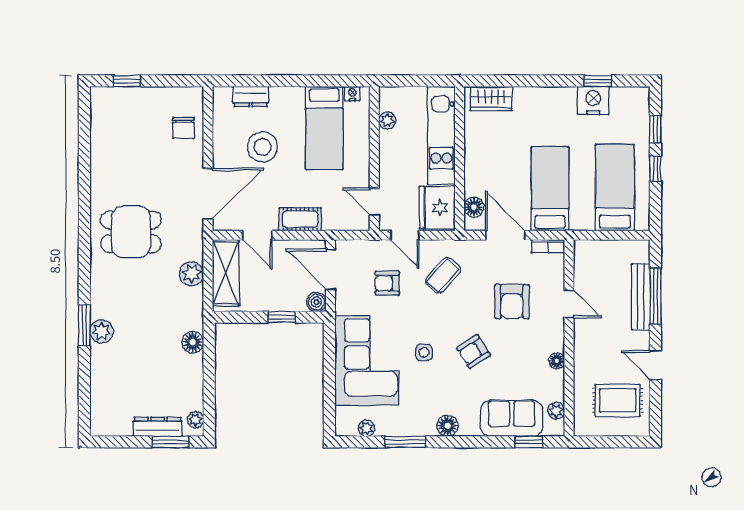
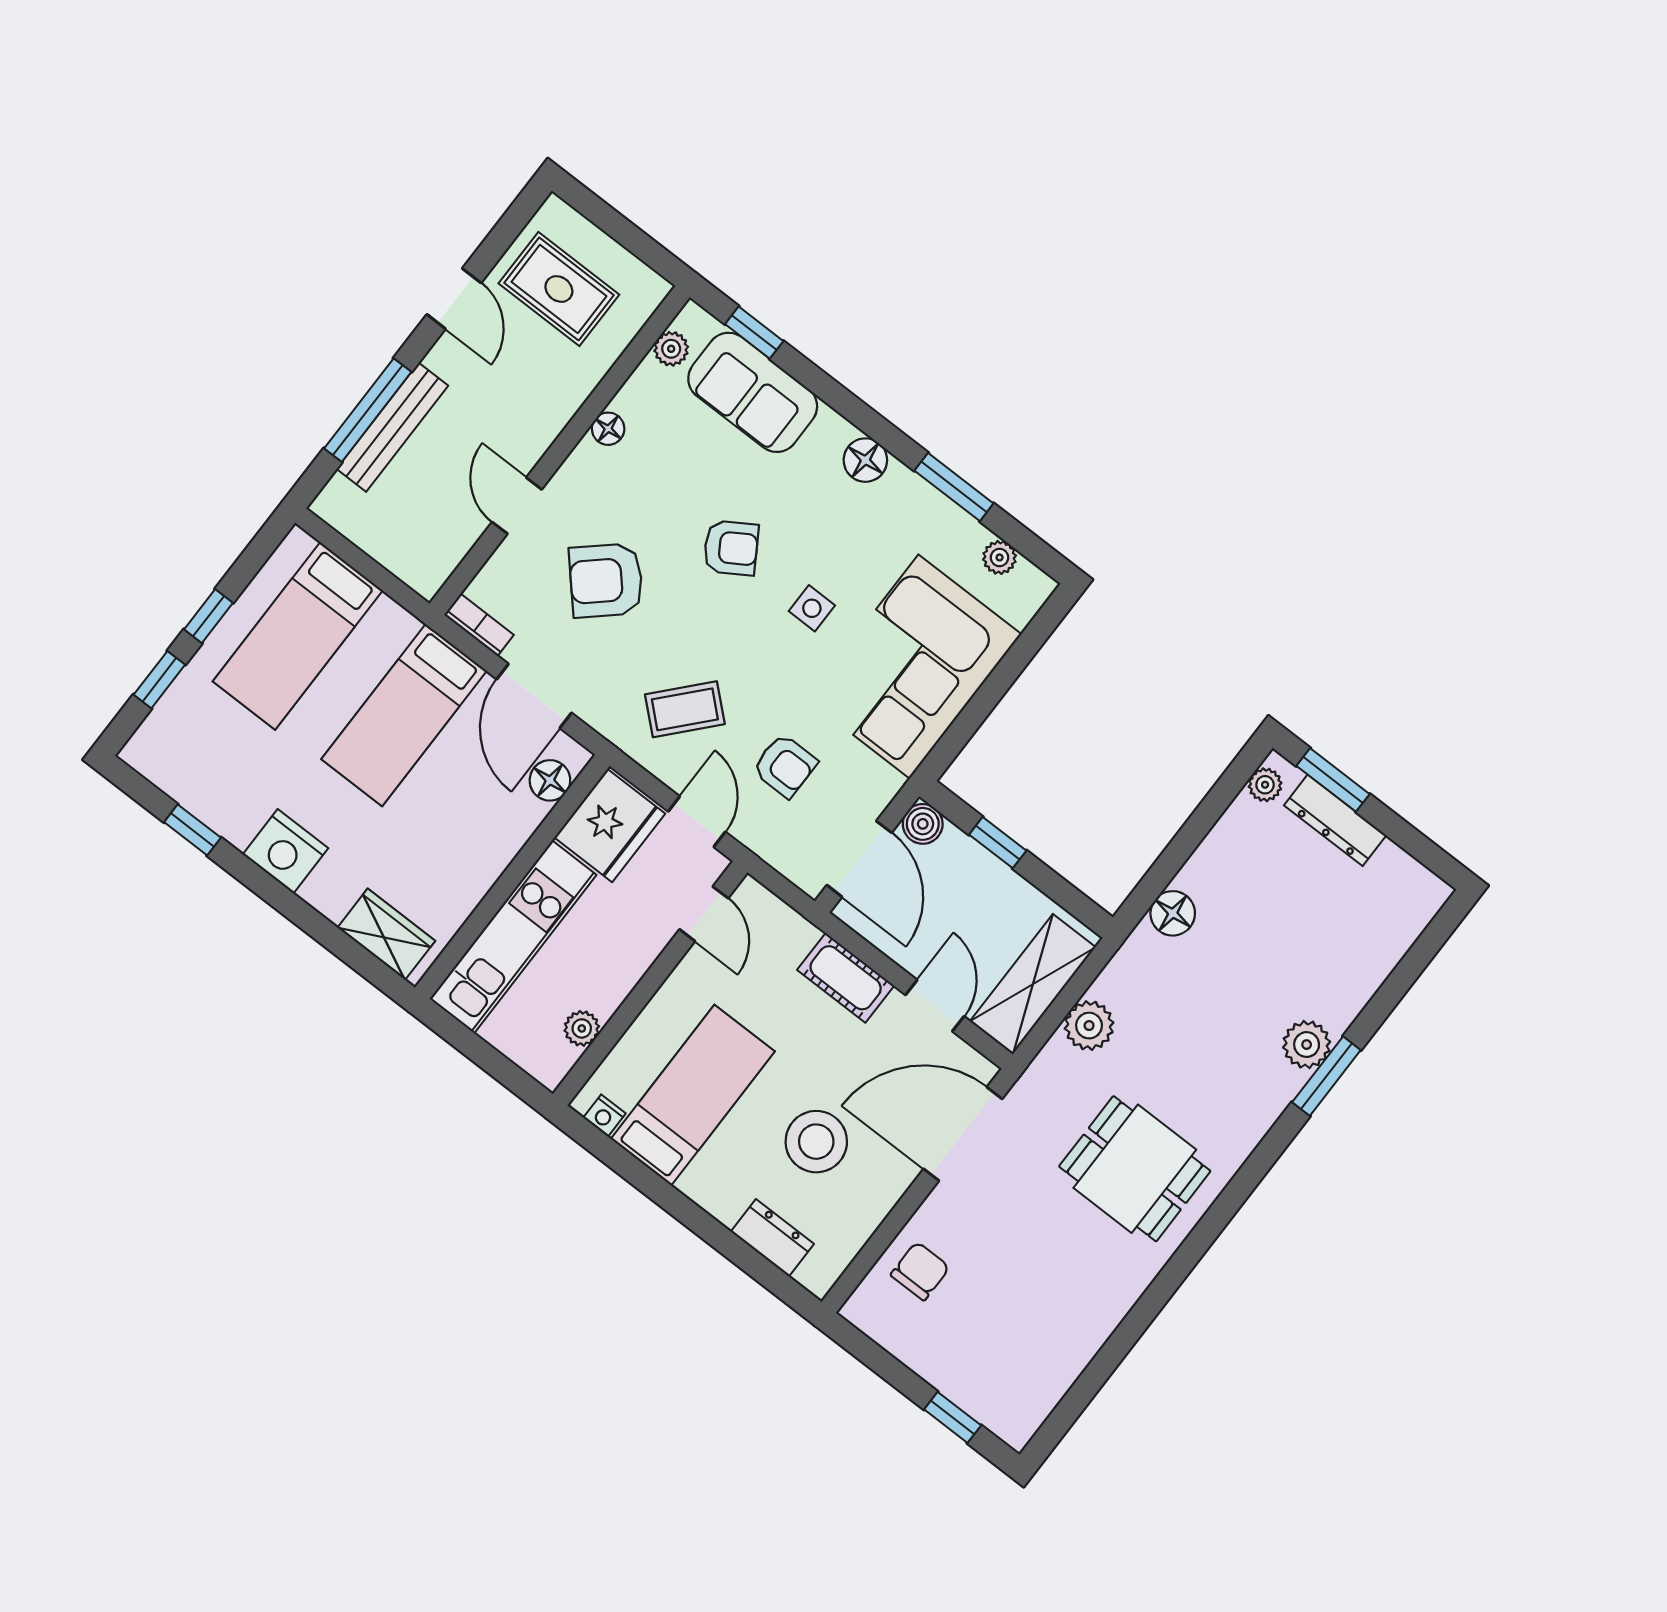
nightstand: (593, 100) -> (285, 851), moved
armchair: (512, 302) -> (606, 580), turned -132

